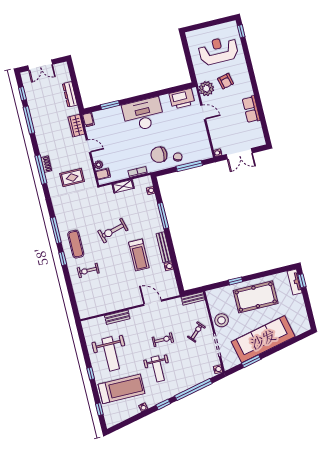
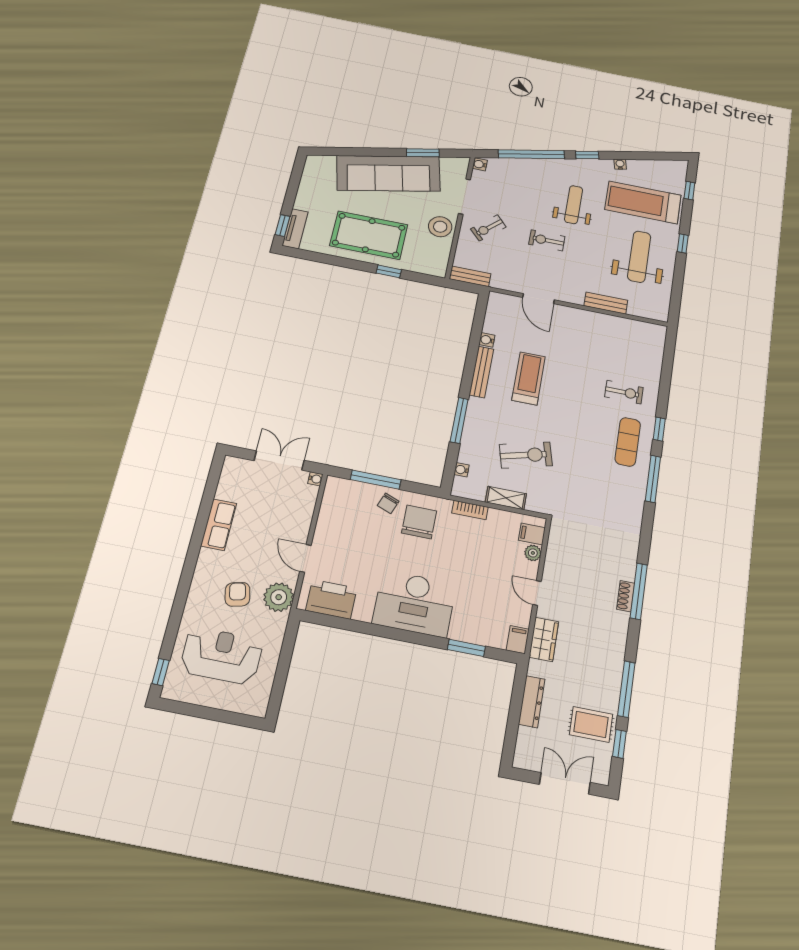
reception desk: (218, 51) -> (221, 656), turned 180
chair: (159, 155) -> (419, 522), turned -90
rug: (72, 177) -> (591, 725), moved
exercise bike: (113, 231) -> (526, 455), moved

